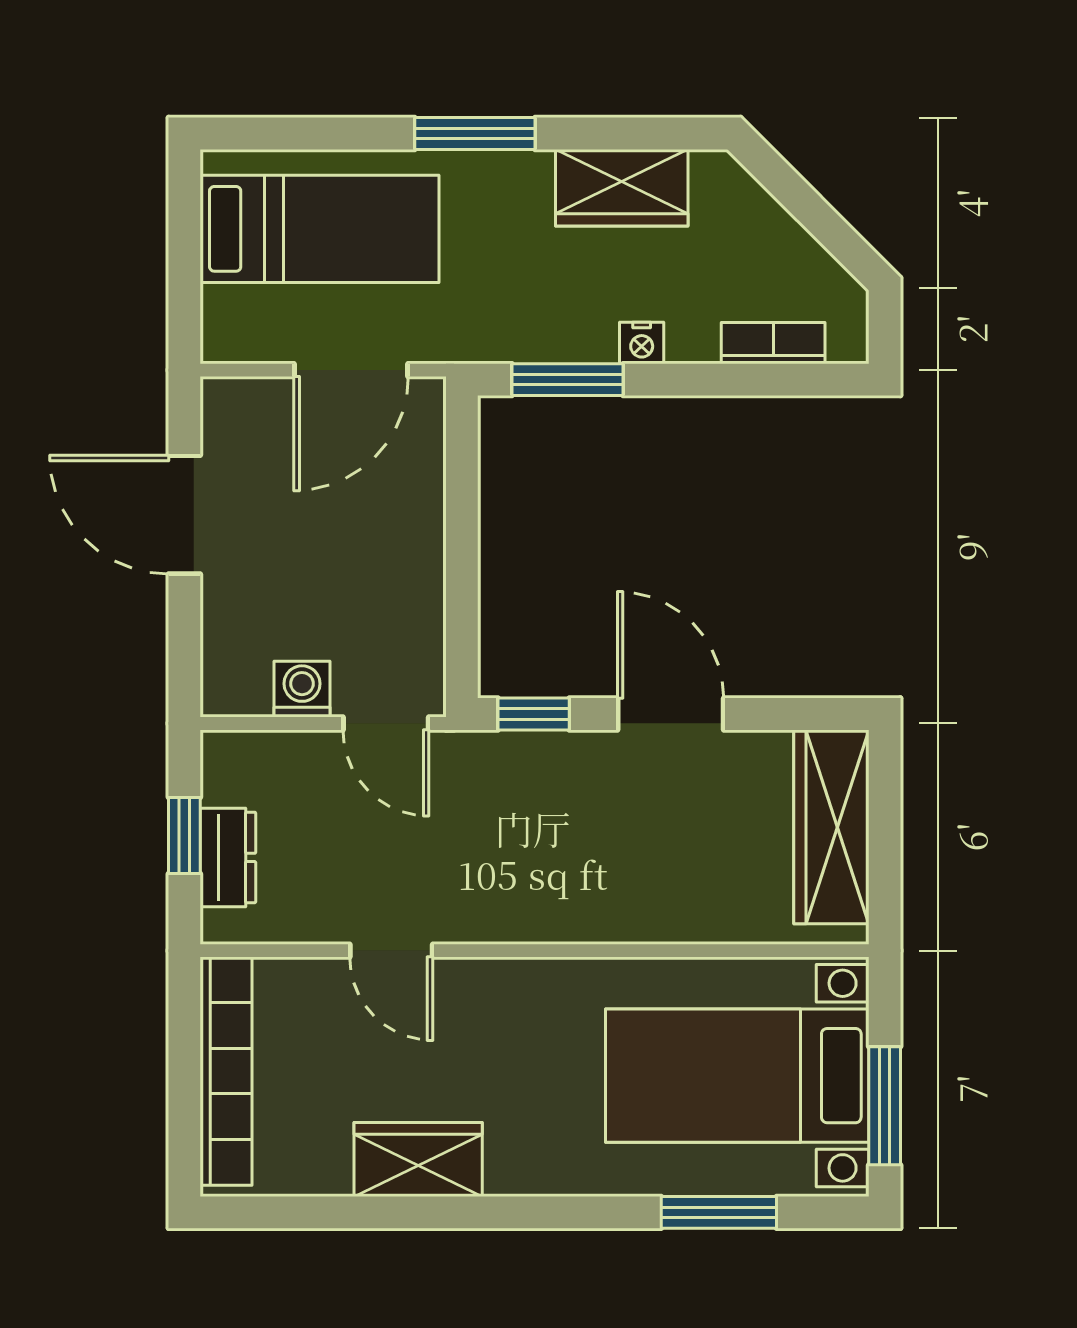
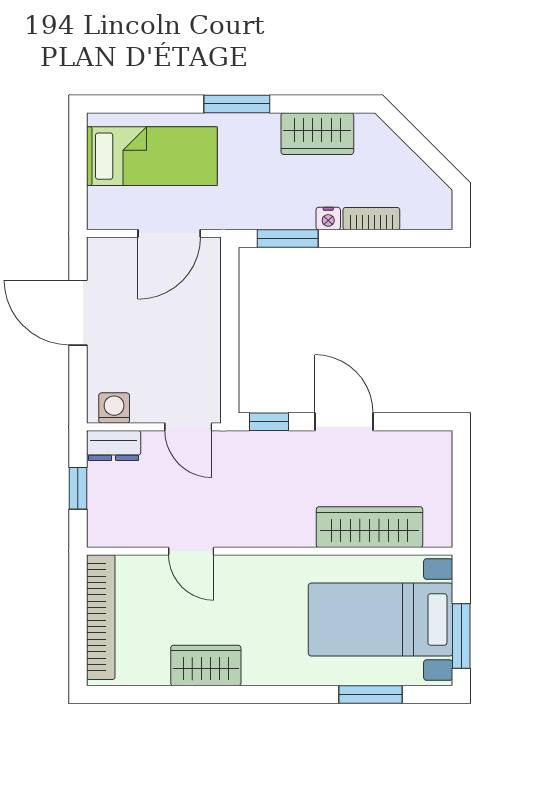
bookcase: (773, 343) -> (371, 219), moved
washing machine: (302, 689) -> (114, 408), moved
wardrobe: (831, 827) -> (370, 527), moved, turned 90
dresser: (228, 857) -> (114, 445), moved, turned 90

